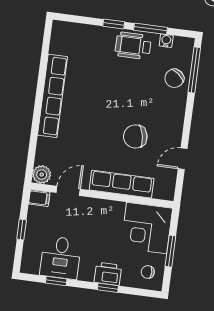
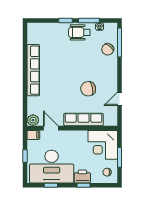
door: (68, 191) -> (51, 128), hinge flipped
desk: (61, 258) -> (52, 167), width x1.87, depth x1.30

